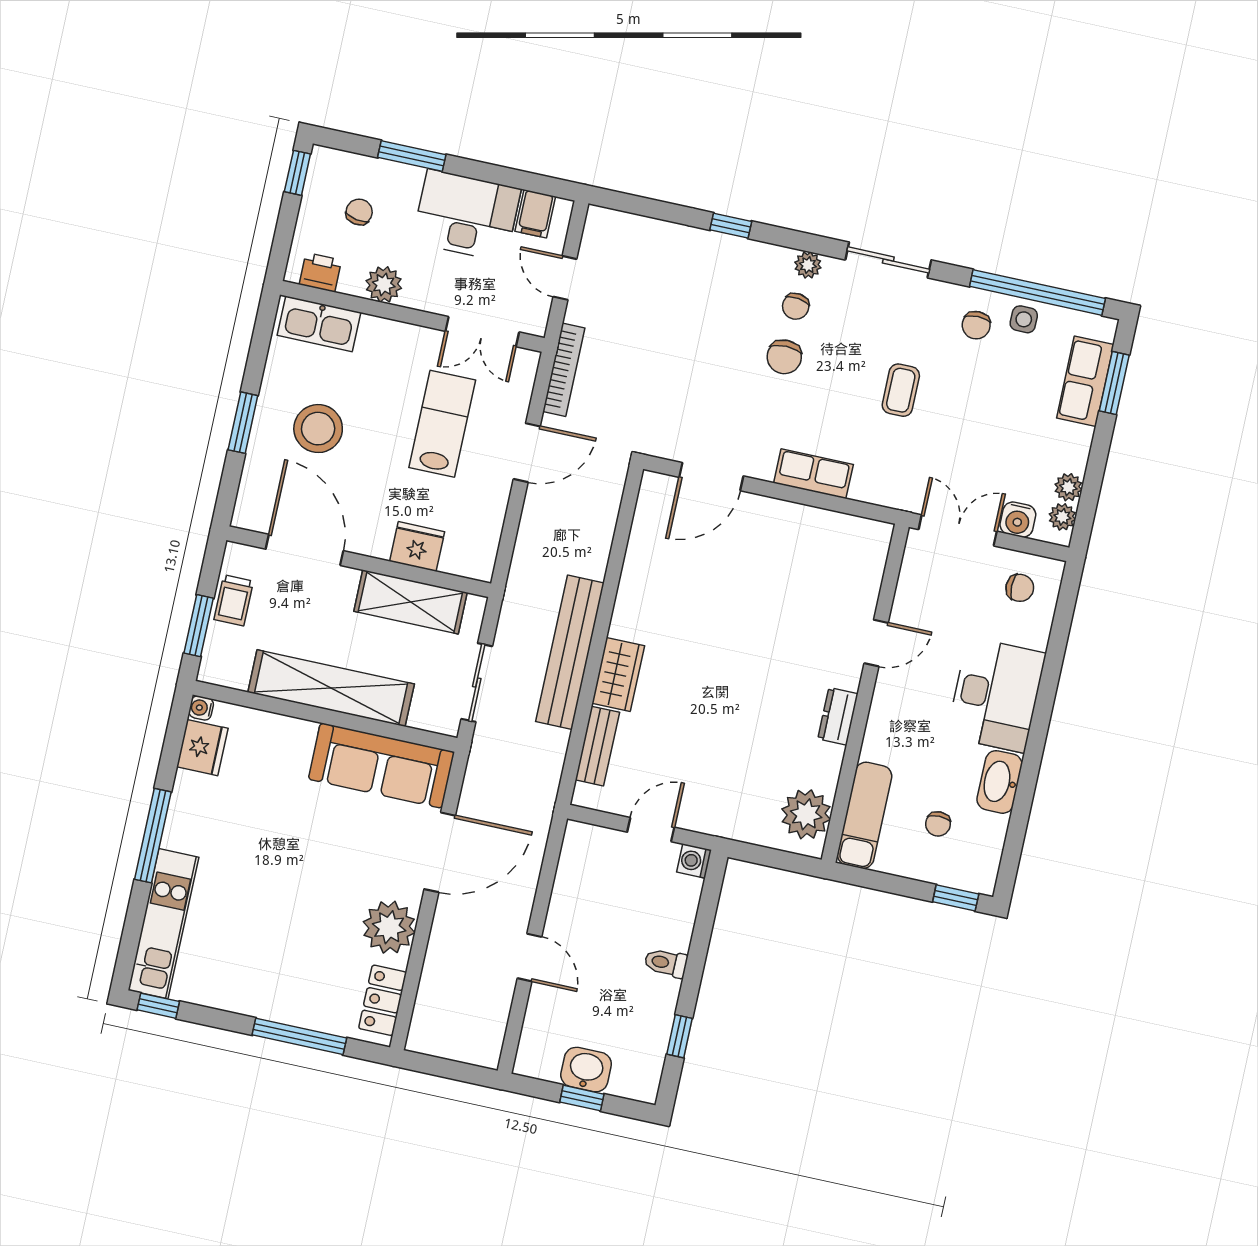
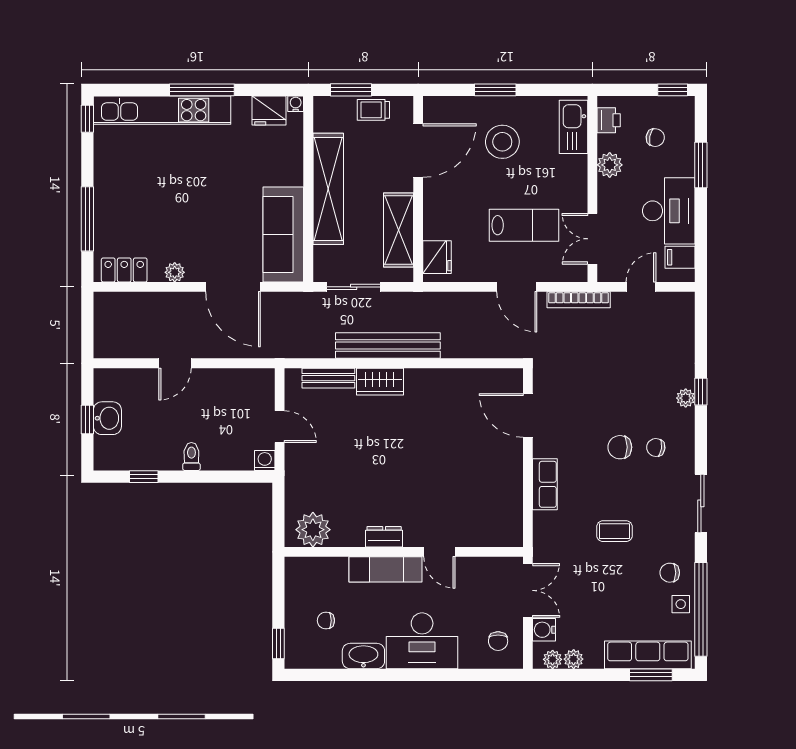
plant: (808, 265) -> (686, 398), moved
row of seats: (1085, 381) -> (648, 655), width x1.48
fridge: (417, 546) -> (437, 257), moved
exam couch: (864, 815) -> (386, 569), moved
kitchen unit: (163, 924) -> (162, 110), width x1.36
plant: (389, 927) -> (175, 272), width x0.53, depth x0.53

